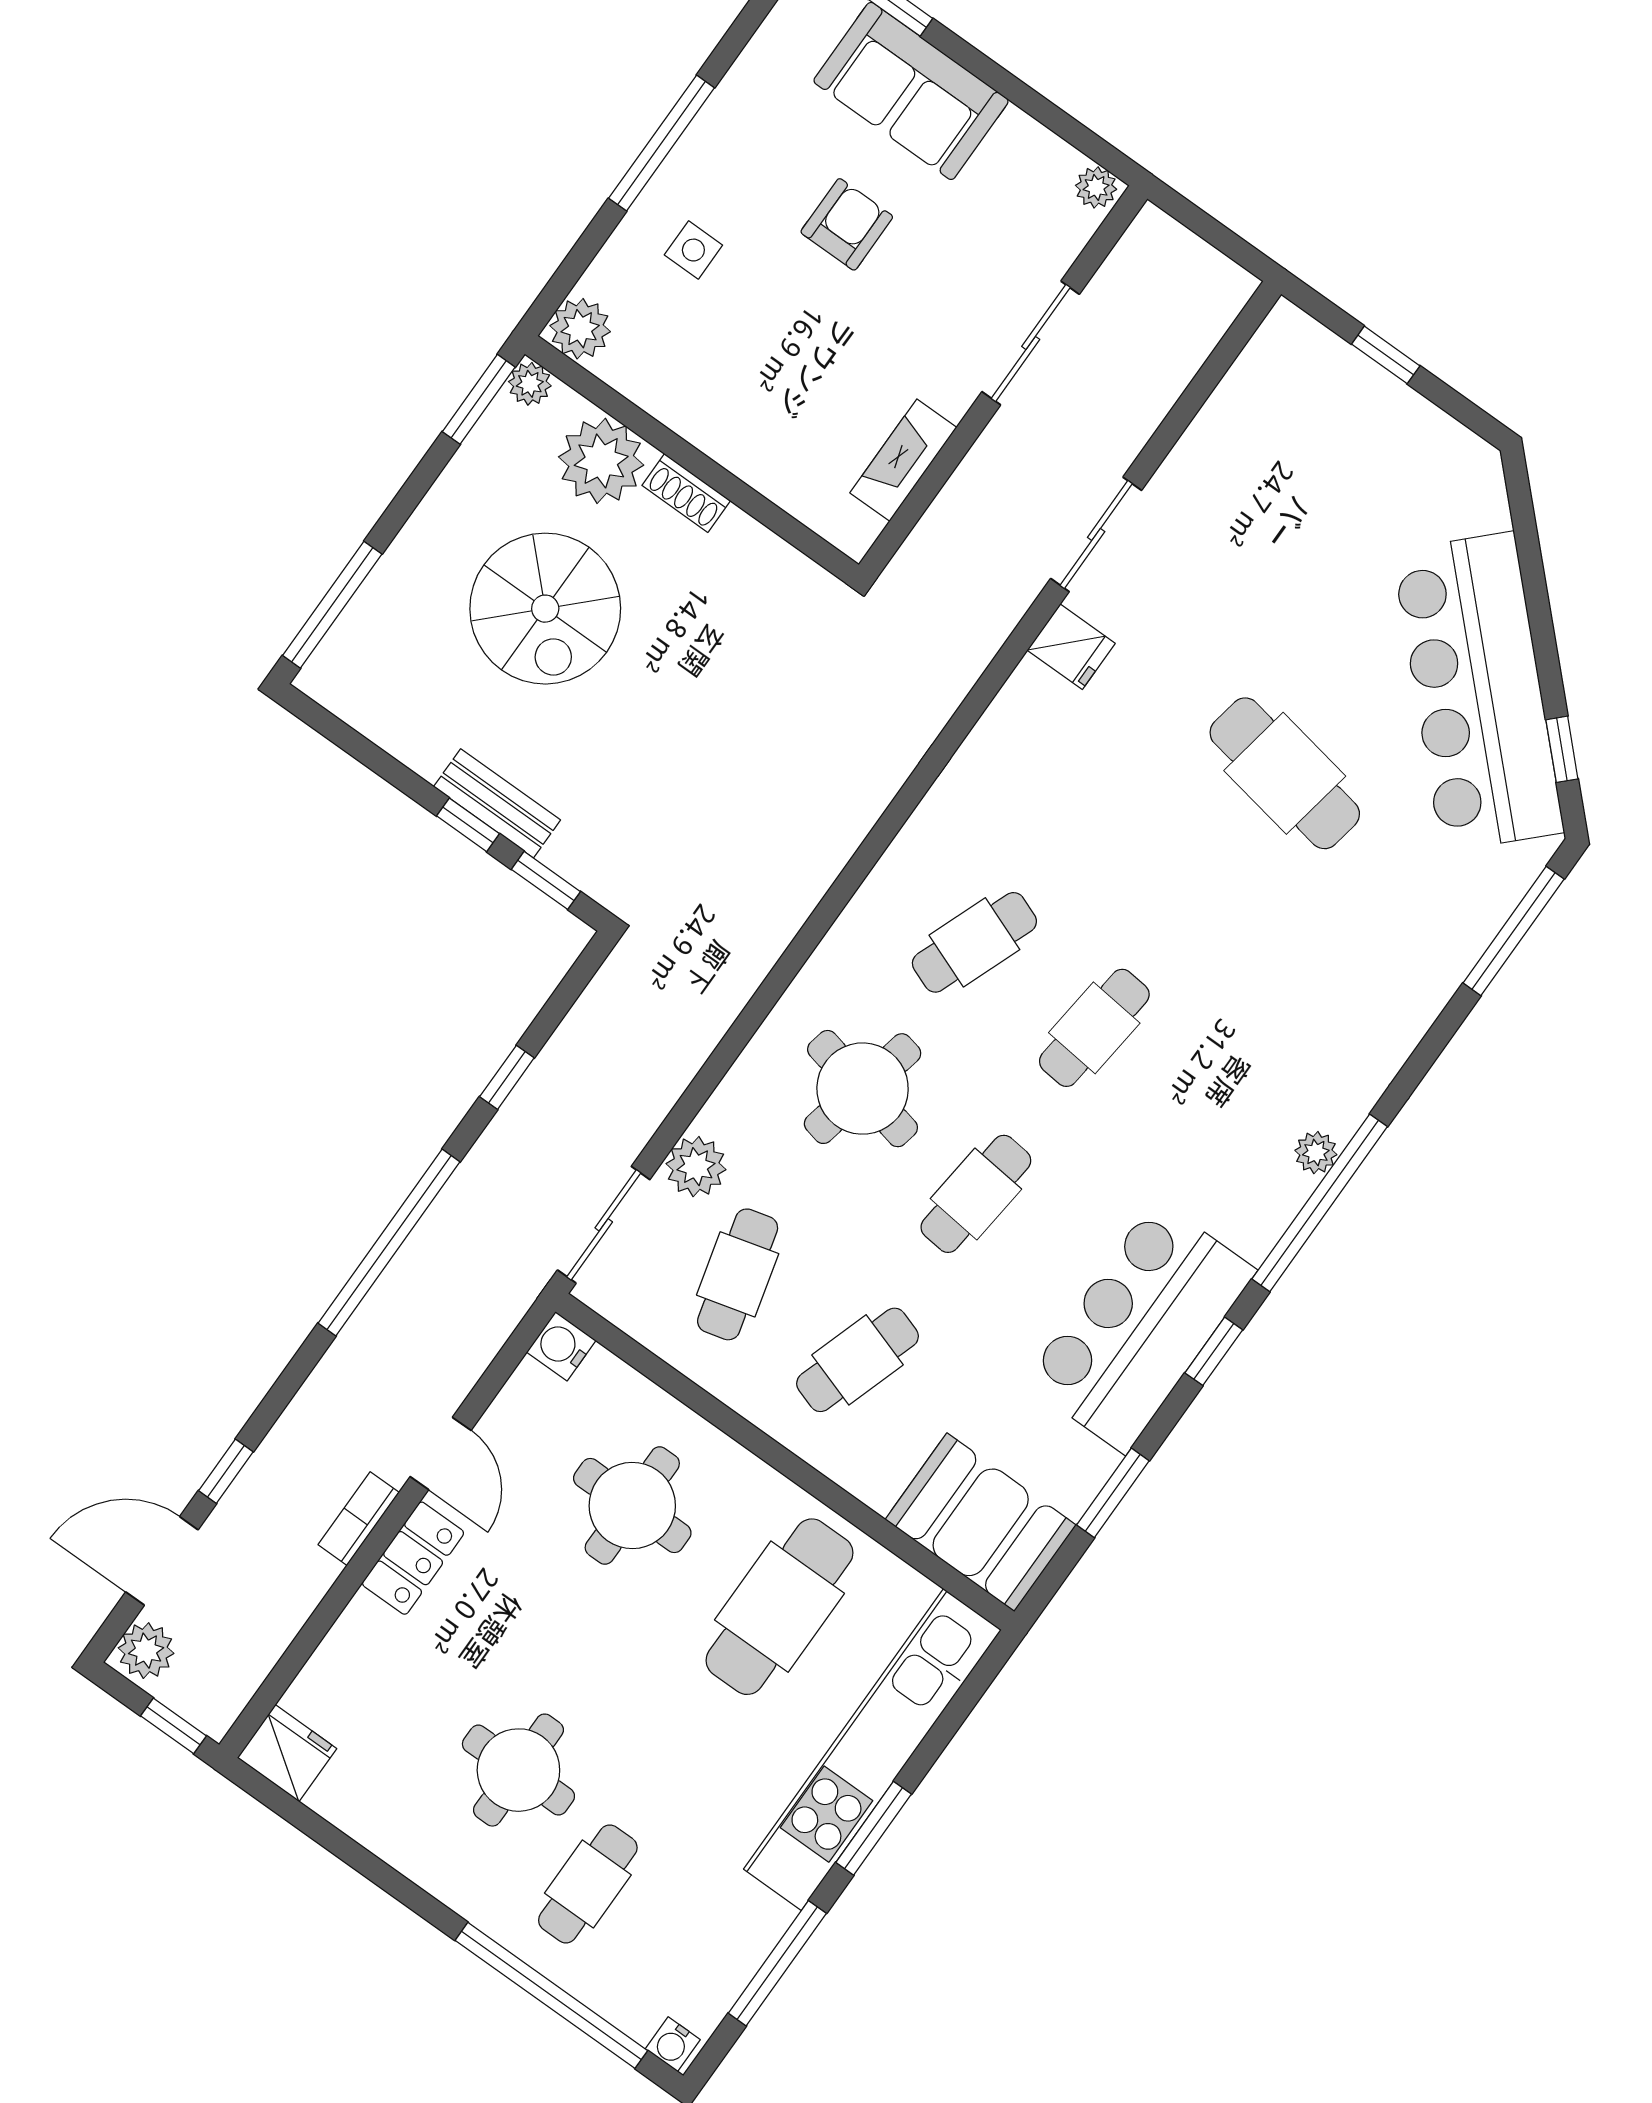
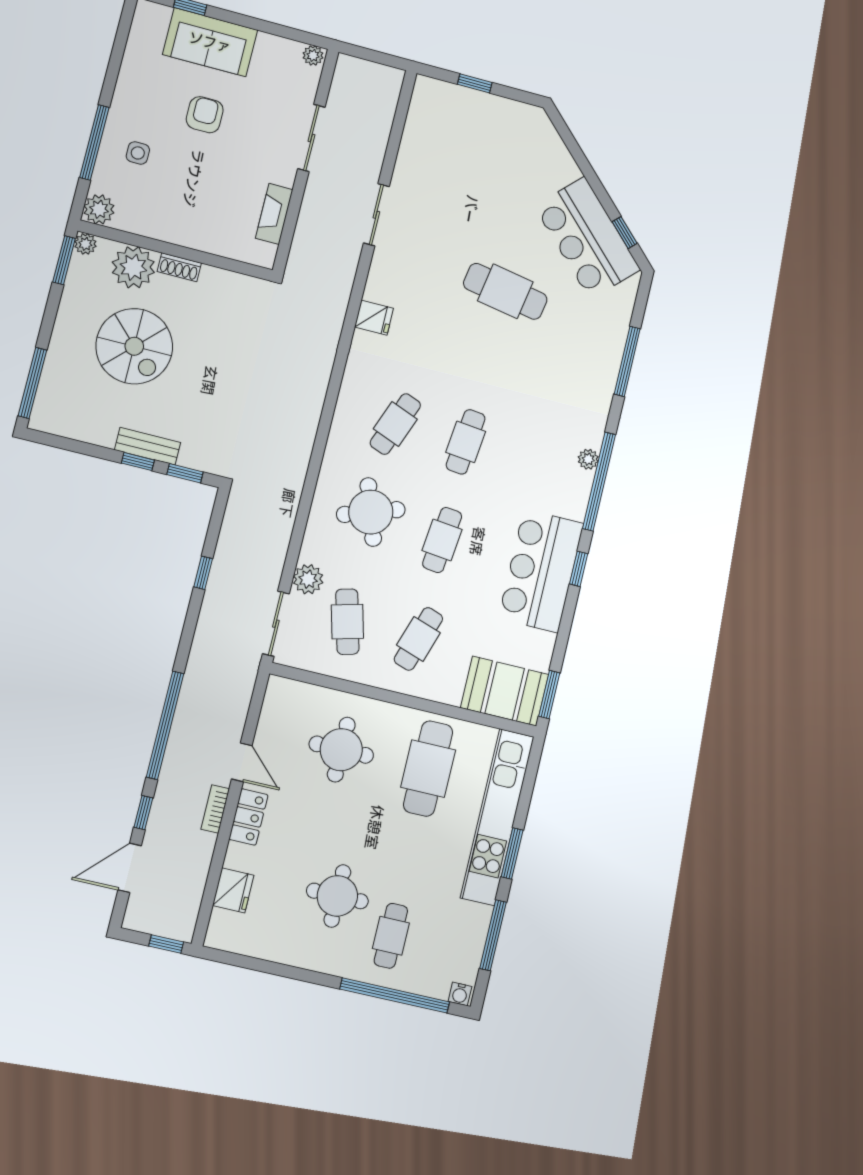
window: (662, 143) -> (94, 142), moved
fridge: (1071, 647) -> (374, 318), moved
bar counter: (1478, 692) -> (587, 238), width x0.73
window: (1514, 931) -> (627, 361), moved
round table: (863, 1089) -> (371, 512), turned -31
window: (389, 1243) -> (165, 725), moved
water cooler: (561, 1346) -> (279, 689), removed
window: (1113, 1493) -> (549, 695), moved
plant: (146, 1651) -> (139, 914), removed
fridge: (287, 1753) -> (233, 890), moved, turned 90

